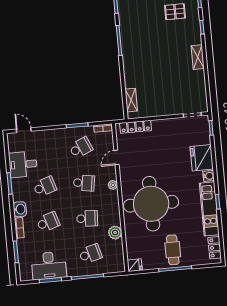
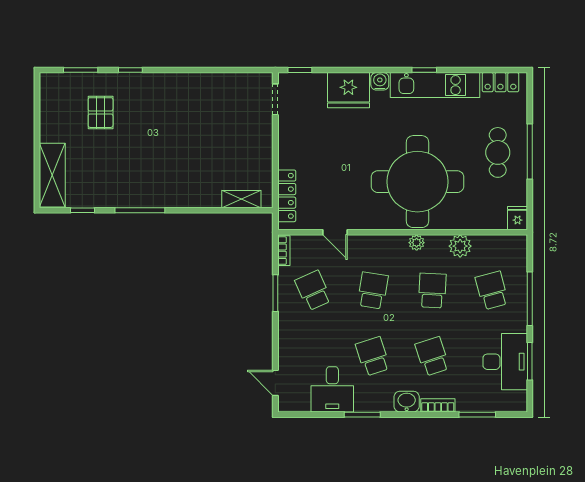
shelving: (198, 57) -> (180, 82), removed
door: (24, 130) -> (275, 383), hinge flipped
plant: (113, 185) -> (417, 243), moved
cafe table: (173, 250) -> (498, 152), turned 90

